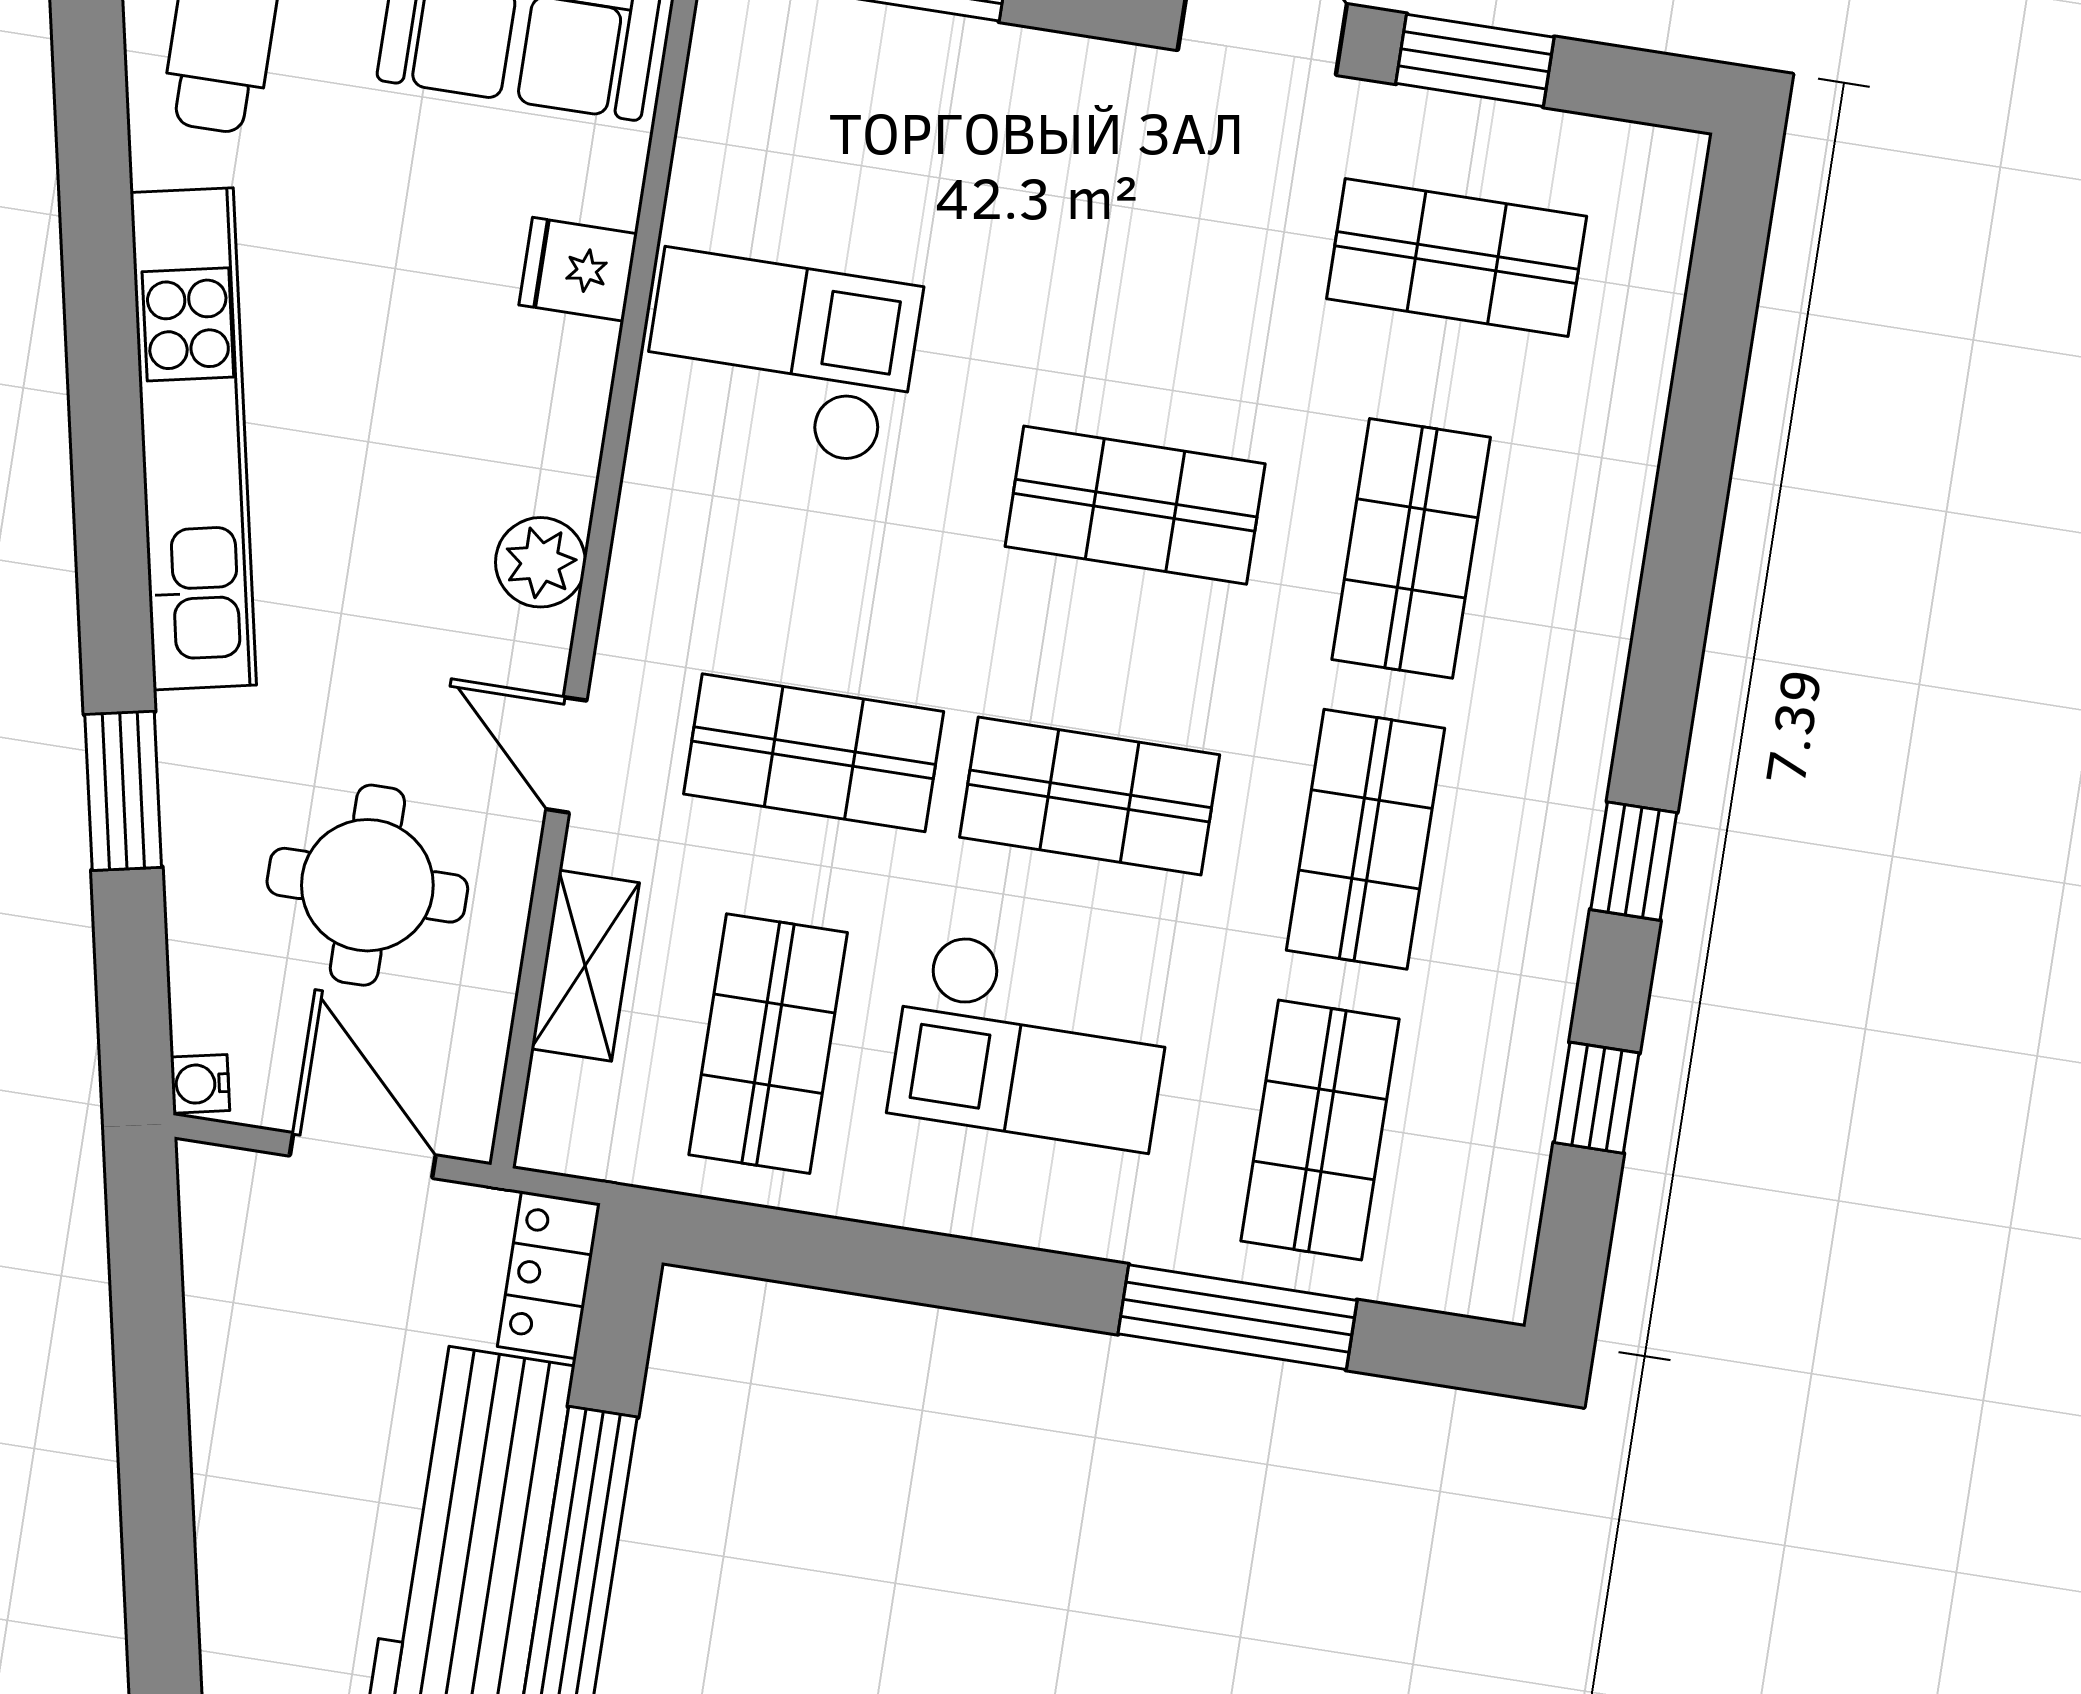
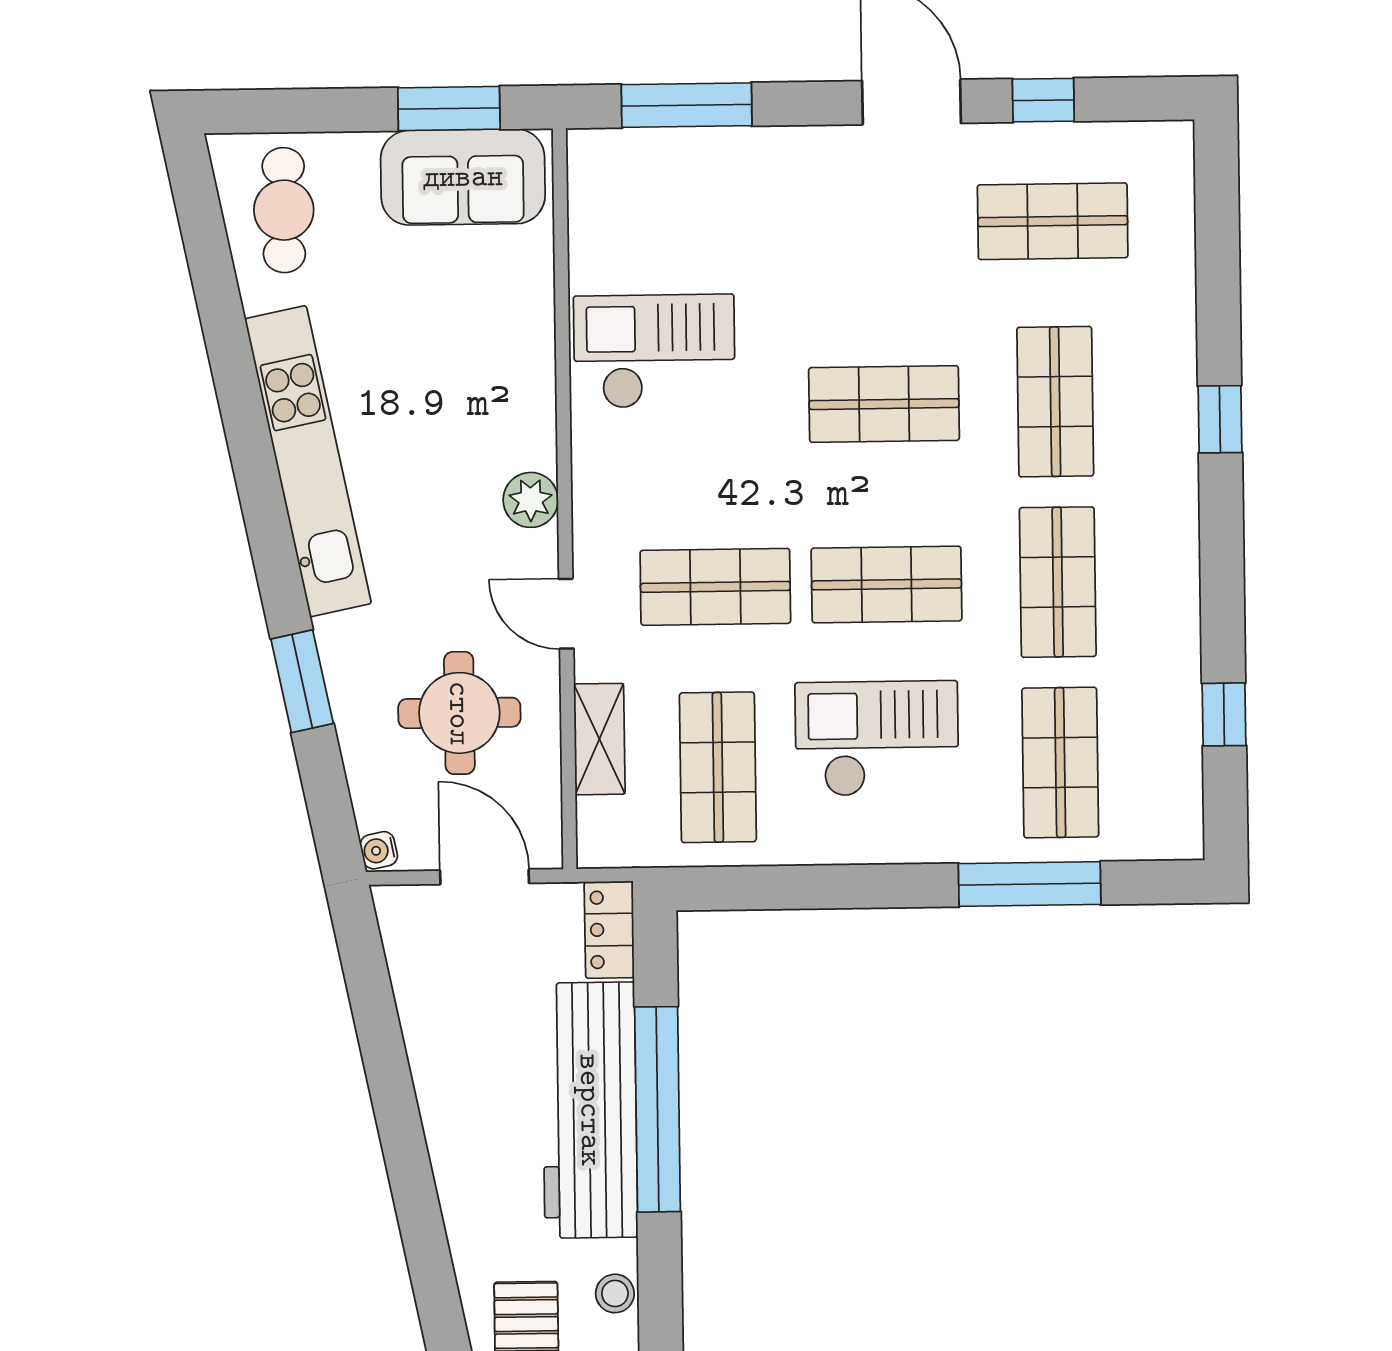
window: (1475, 60) -> (1043, 100), width x0.67
fridge: (578, 269) -> (523, 319), removed
window: (1634, 861) -> (1220, 419), moved
checkout: (1032, 1041) -> (877, 739), turned 180

